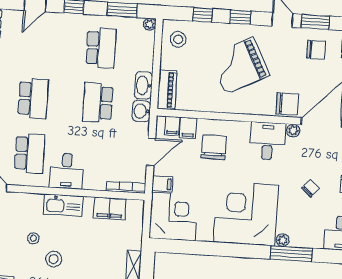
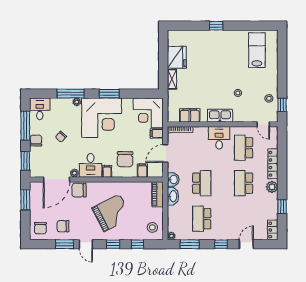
filing cabinet: (172, 126) -> (107, 171), moved
window: (232, 250) -> (109, 94), added
stool: (54, 259) -> (224, 80), removed

